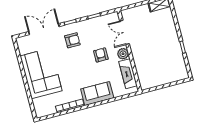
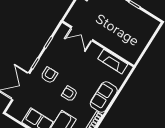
plant: (123, 54) -> (95, 50), removed
armchair: (101, 55) -> (70, 94), moved

